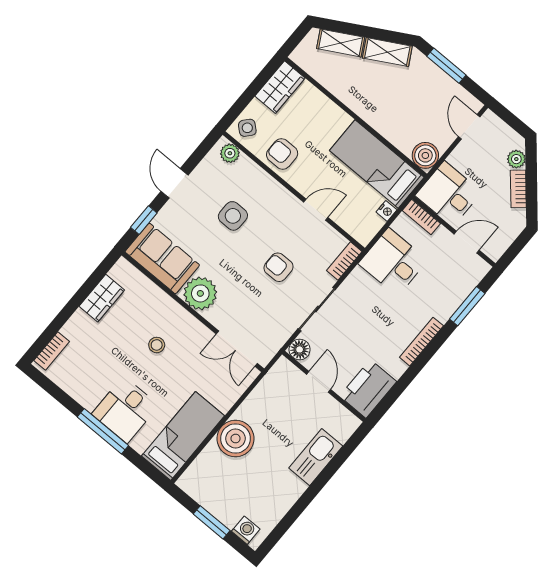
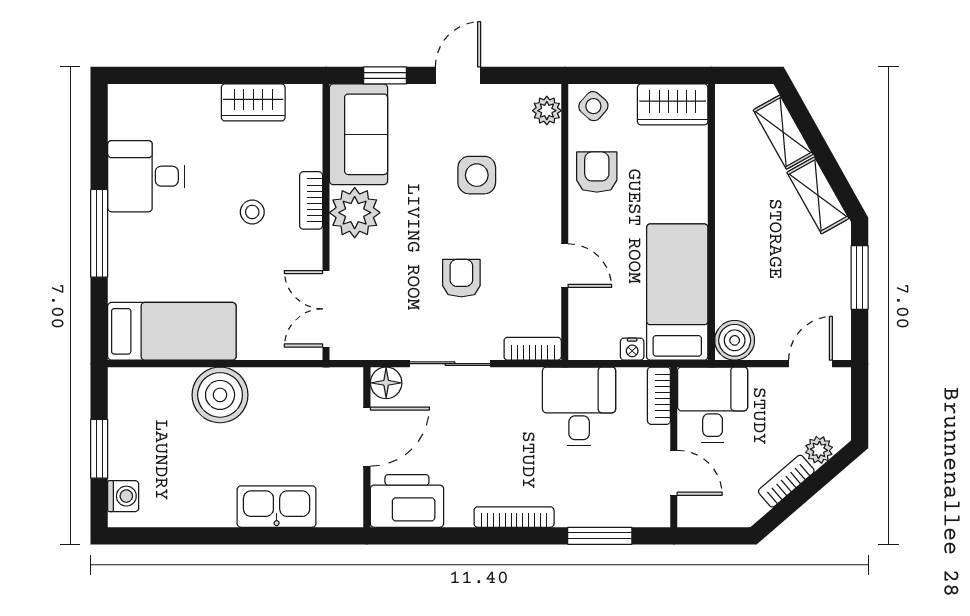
bookcase: (52, 351) -> (311, 200), moved, turned 90
door: (319, 382) -> (367, 437), width x1.38
desk: (125, 410) -> (146, 176), moved

